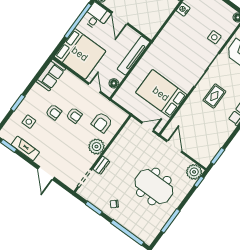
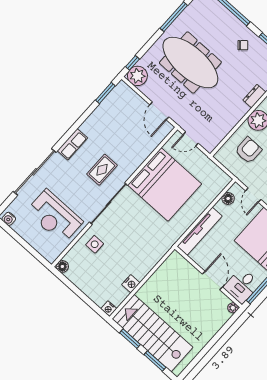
bed: (161, 94) -> (165, 184), width x1.36
meeting table: (154, 186) -> (190, 62), width x1.36

